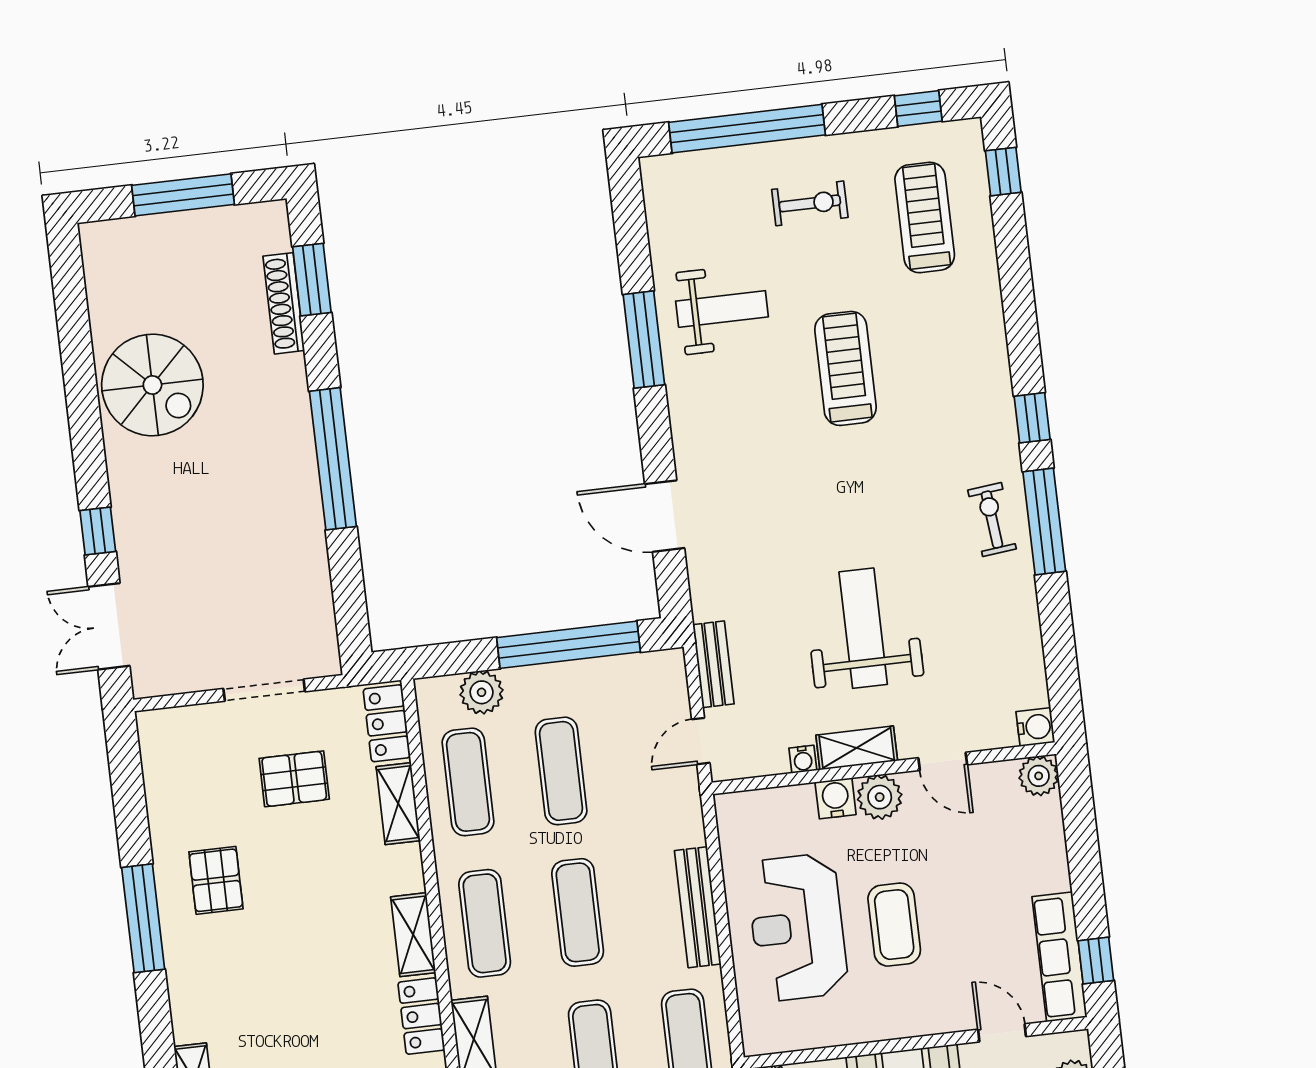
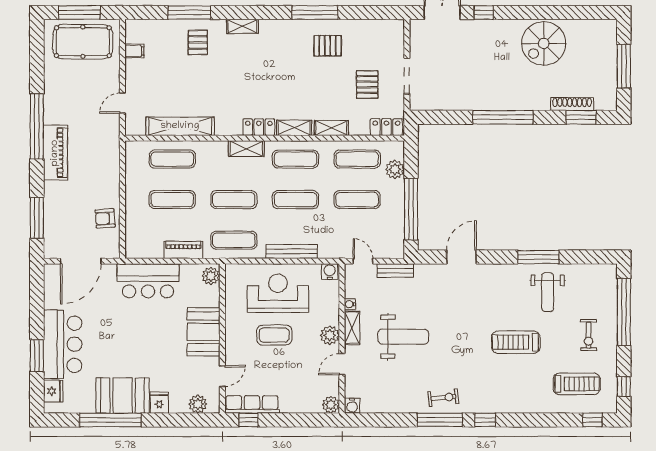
treadmill: (845, 368) -> (516, 342), turned 180
water cooler: (836, 798) -> (330, 272), moved, turned -90
shelving: (398, 804) -> (331, 128), moved

